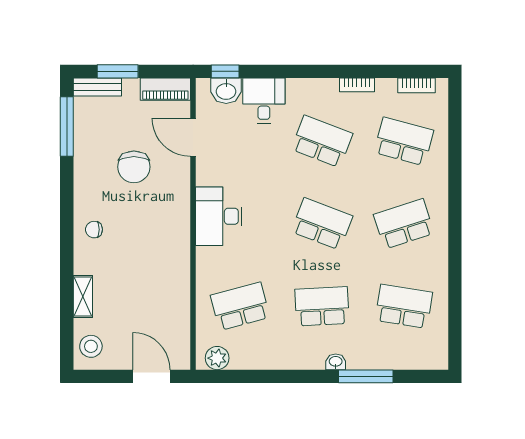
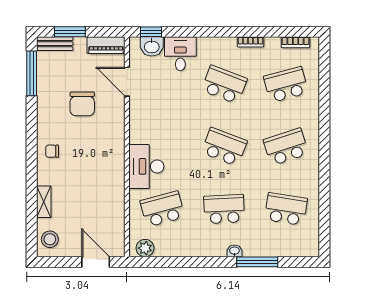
school desk: (404, 141) -> (286, 85), turned -30
desk: (219, 216) -> (146, 166), moved

